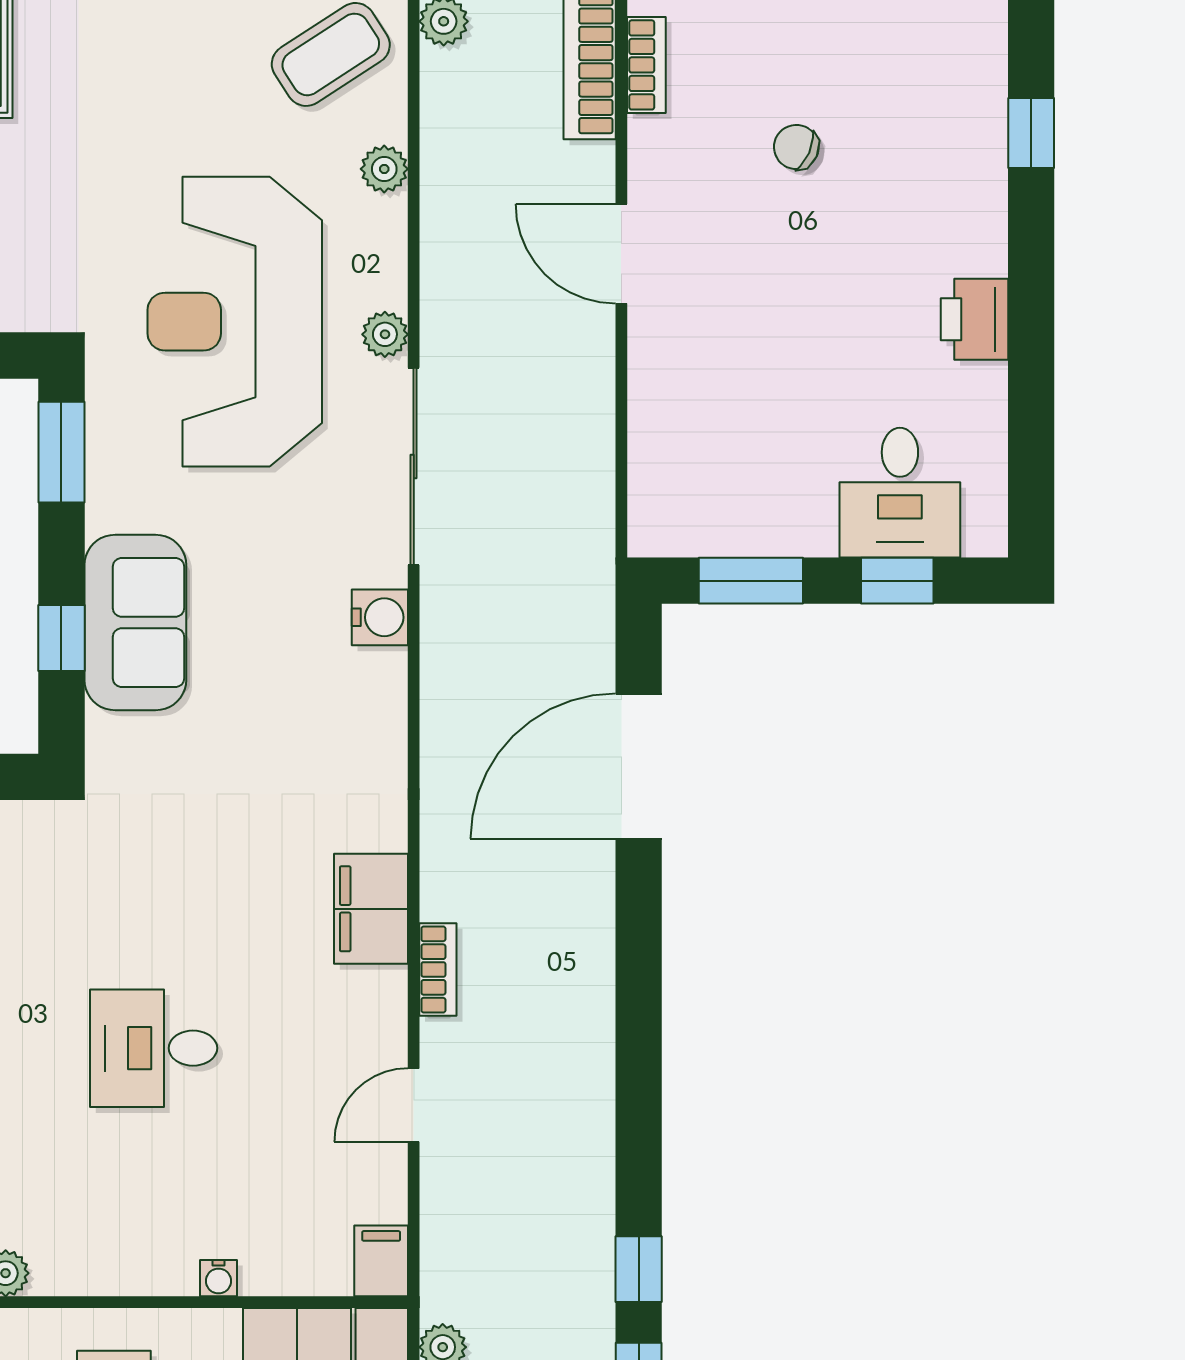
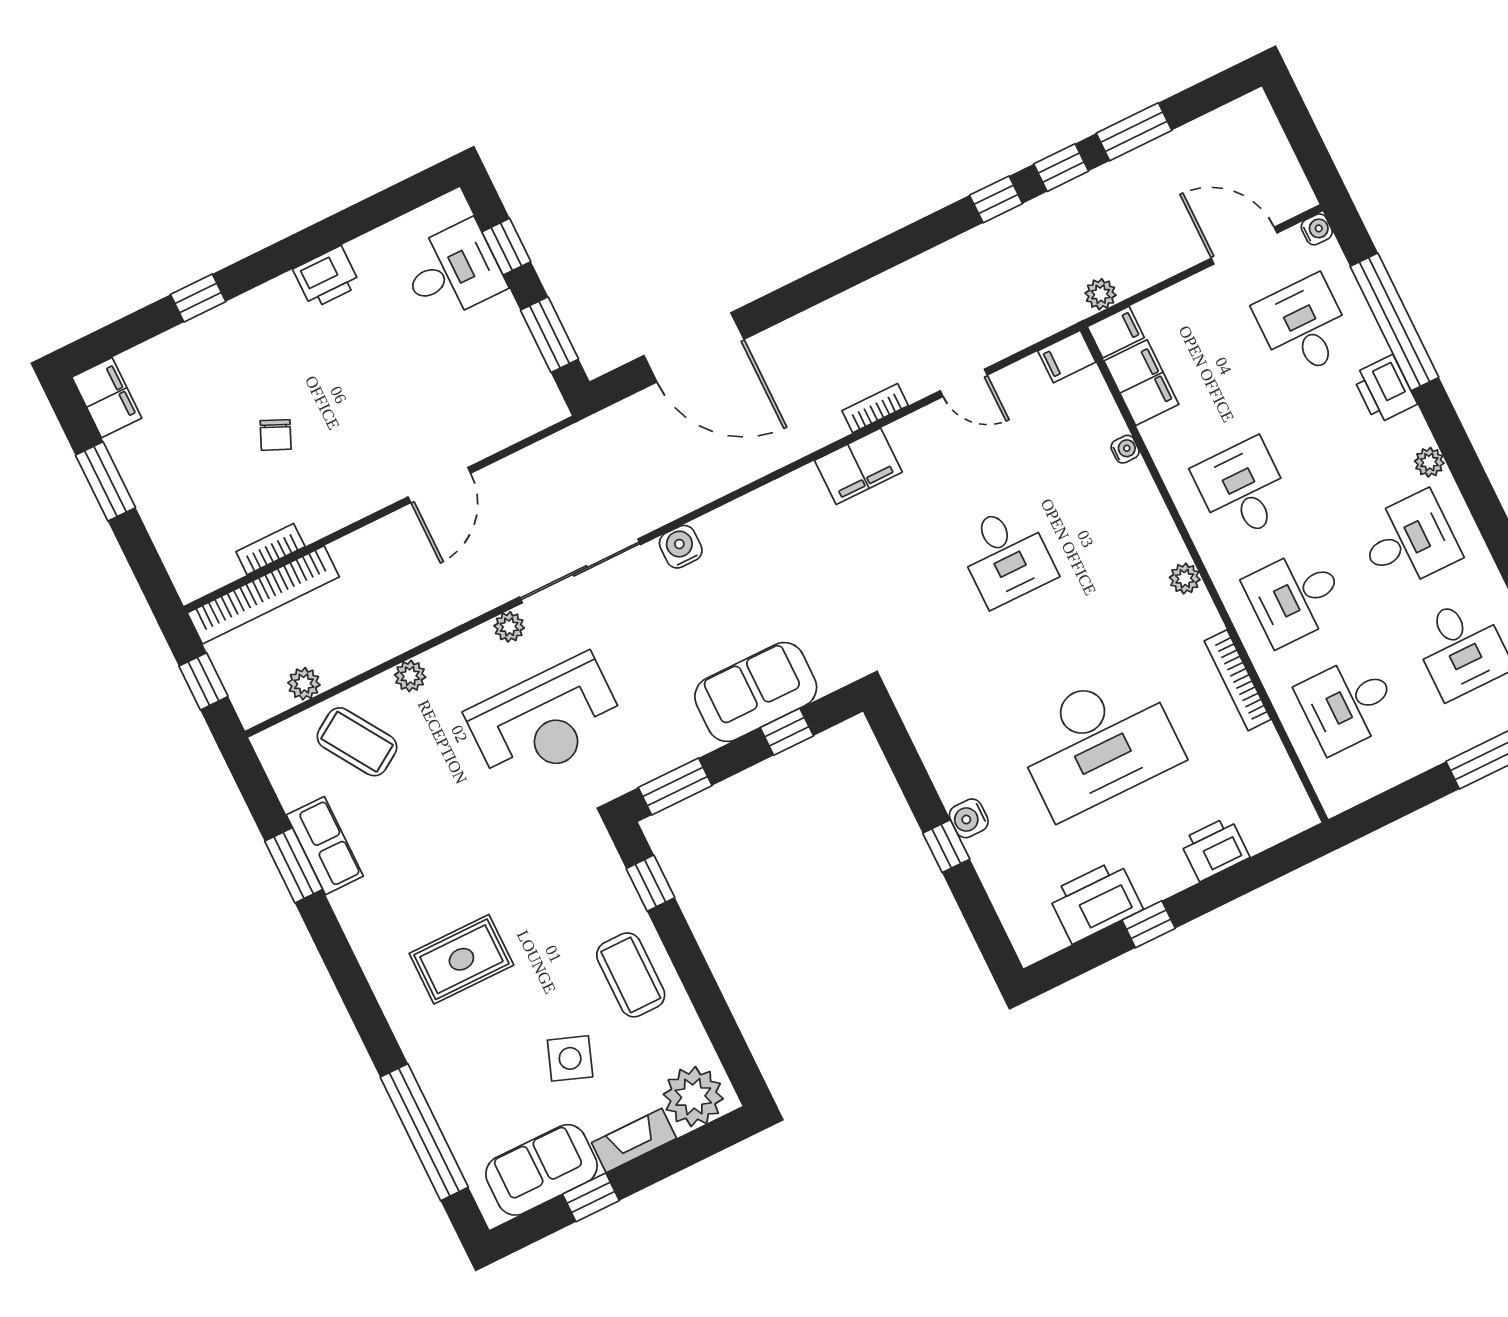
door: (621, 254) -> (439, 485), moved
reception desk: (235, 322) -> (546, 721), width x0.74, depth x0.77

